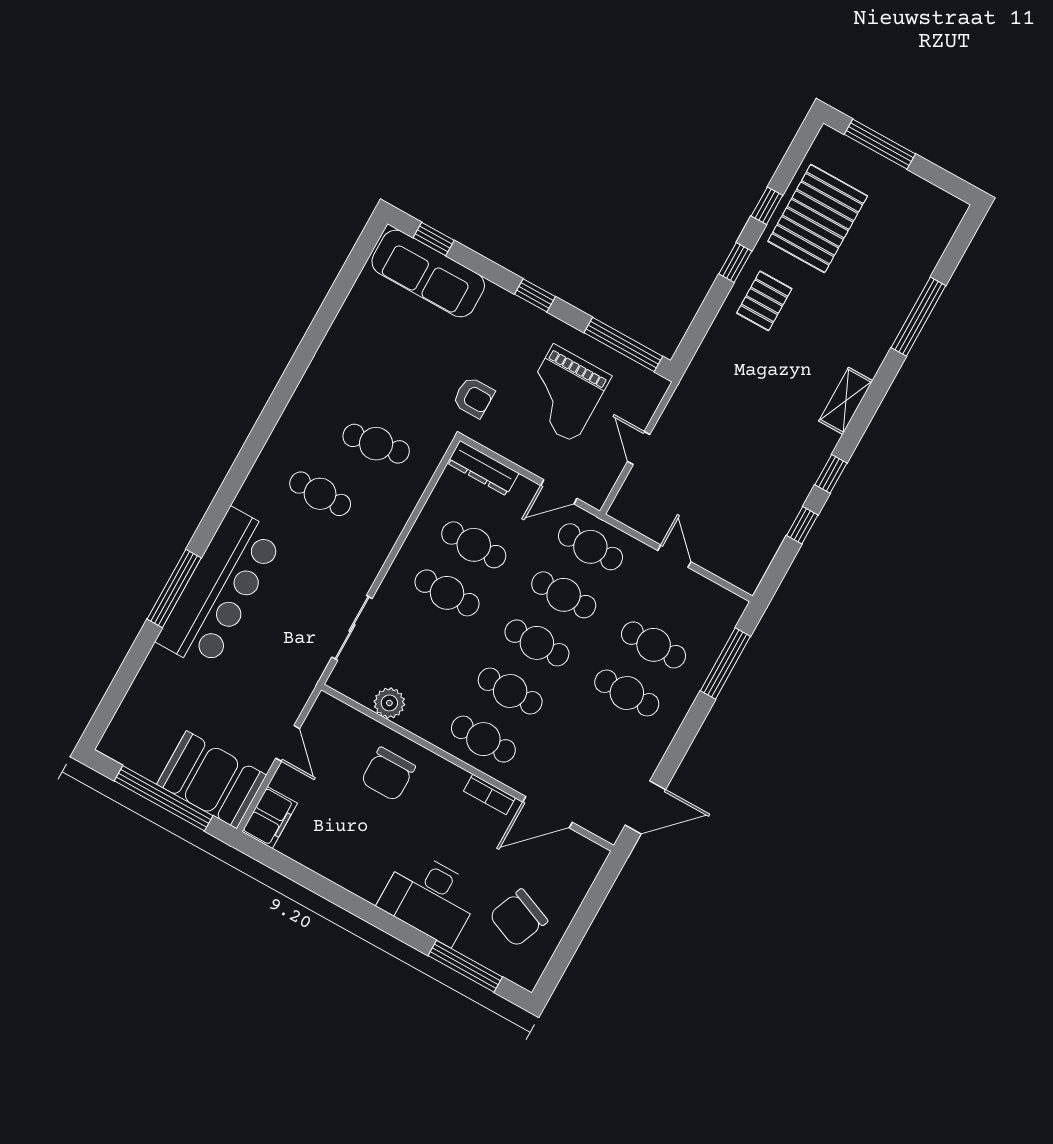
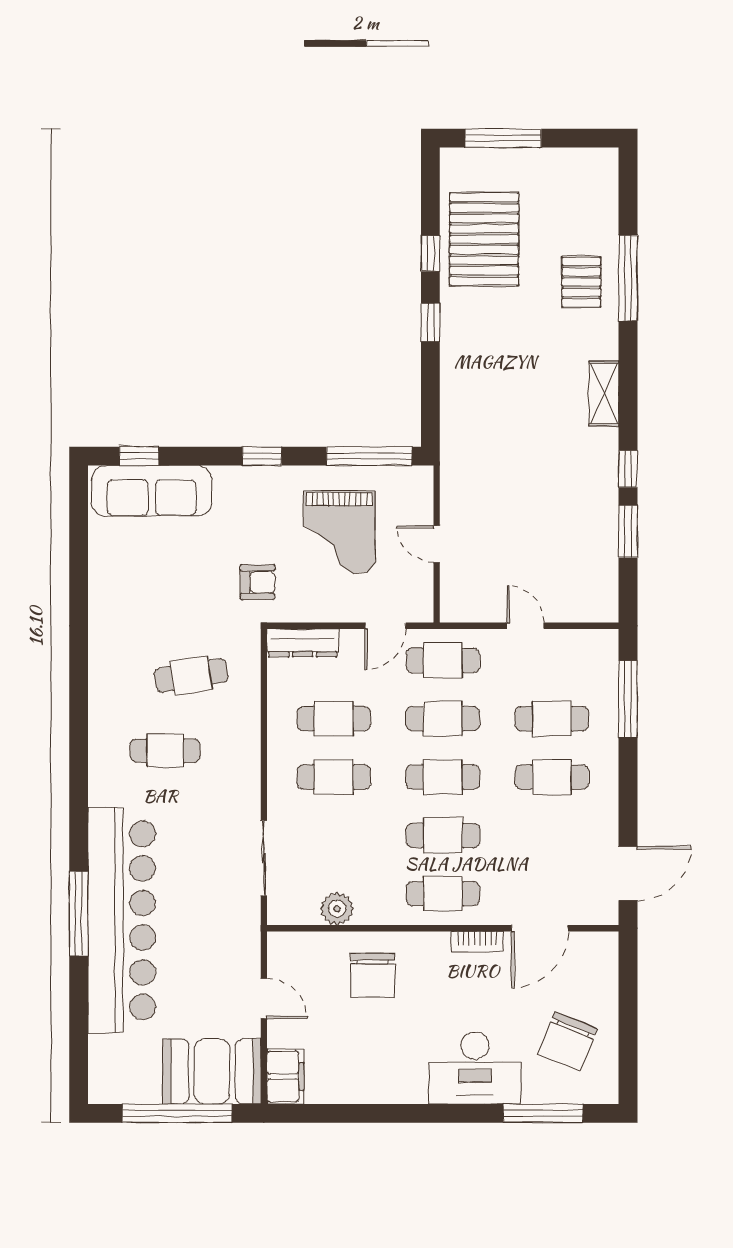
pallet: (764, 301) -> (581, 282), moved
window: (802, 525) -> (628, 531), width x1.50
bar counter: (220, 589) -> (122, 920), width x1.36

